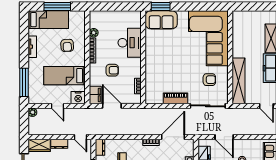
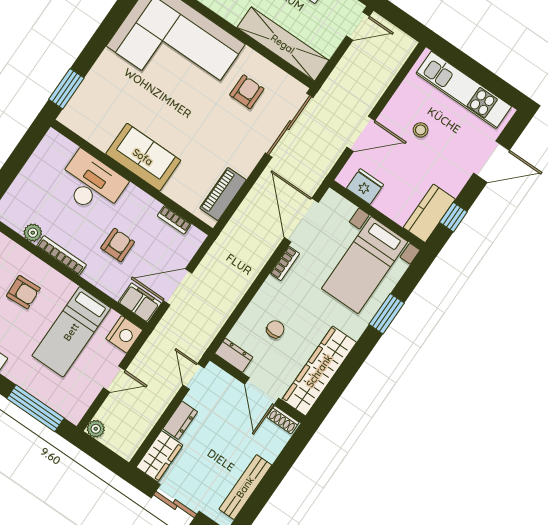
sofa: (161, 20) -> (143, 157), moved, turned -90
piano: (176, 98) -> (223, 194), moved
door: (80, 137) -> (194, 376), swing flipped

